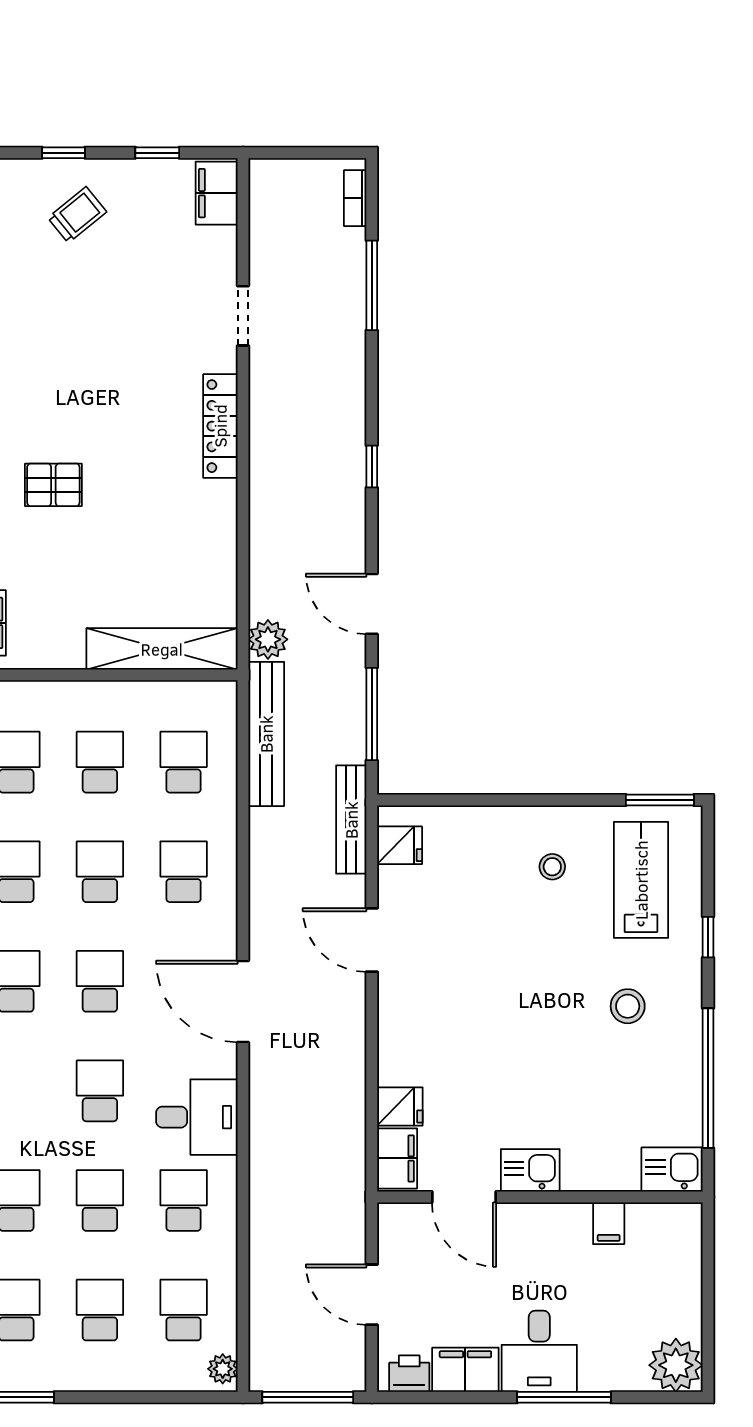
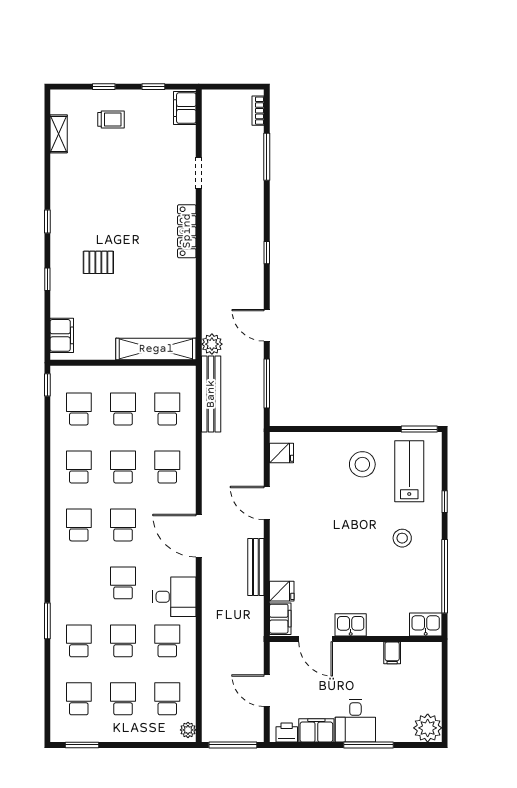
trolley: (77, 215) -> (111, 119), turned 39
bench: (351, 820) -> (256, 567), moved
stool: (552, 867) -> (362, 464), width x1.89, depth x1.89

